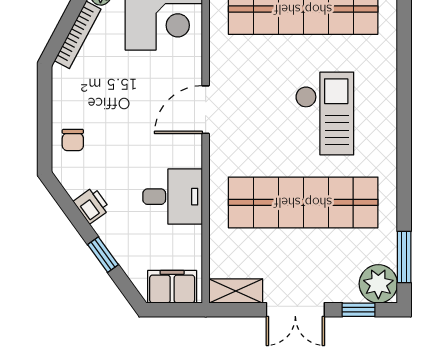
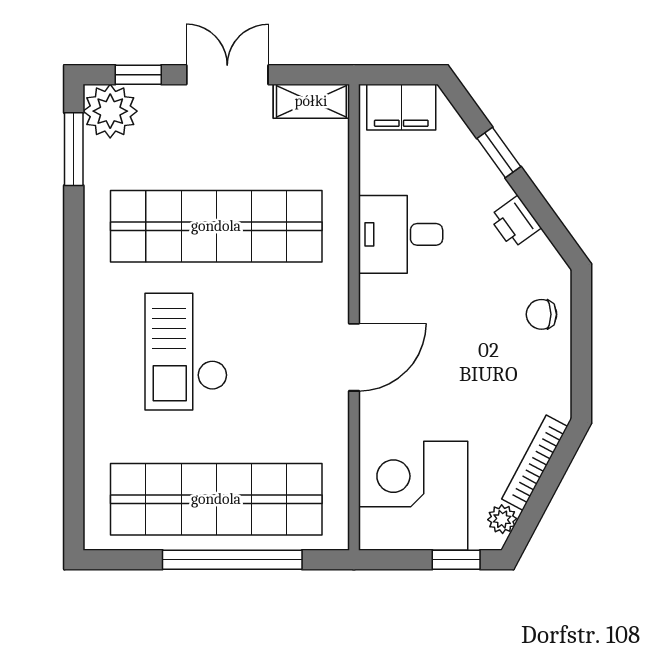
chair: (73, 140) -> (541, 314), turned -90

